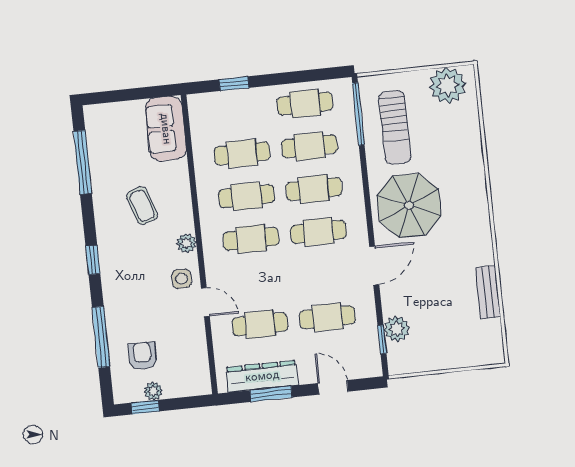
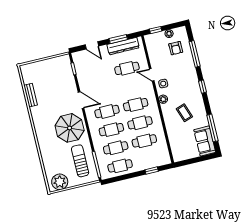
sofa: (166, 129) -> (205, 141), moved, turned 180
door: (374, 266) -> (81, 100), swing flipped
cafe table: (327, 317) -> (98, 75), removed
plant: (397, 329) -> (68, 74), removed
window: (145, 407) -> (156, 30), moved

